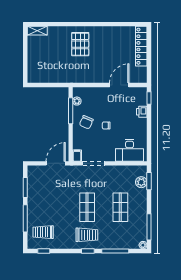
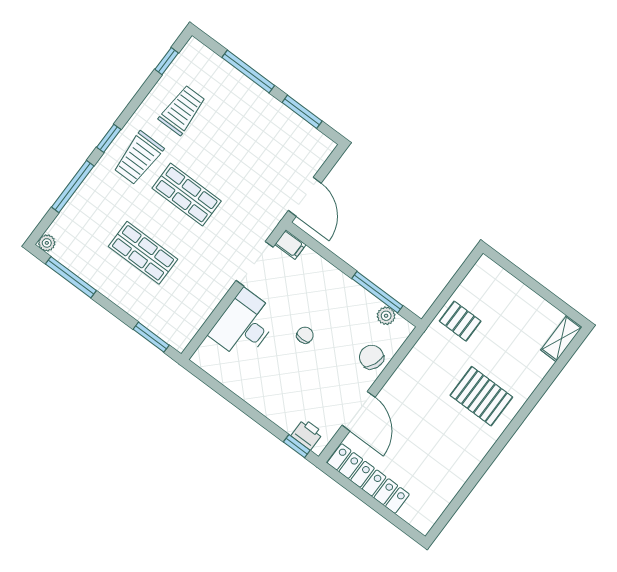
locker: (141, 46) -> (368, 479), moved
pallet: (59, 73) -> (460, 321), added
printer: (142, 112) -> (307, 434), moved
chair: (86, 122) -> (371, 357), moved
desk: (130, 150) -> (244, 325), moved
plant: (141, 182) -> (159, 322), removed
trolley: (43, 232) -> (182, 110), moved

